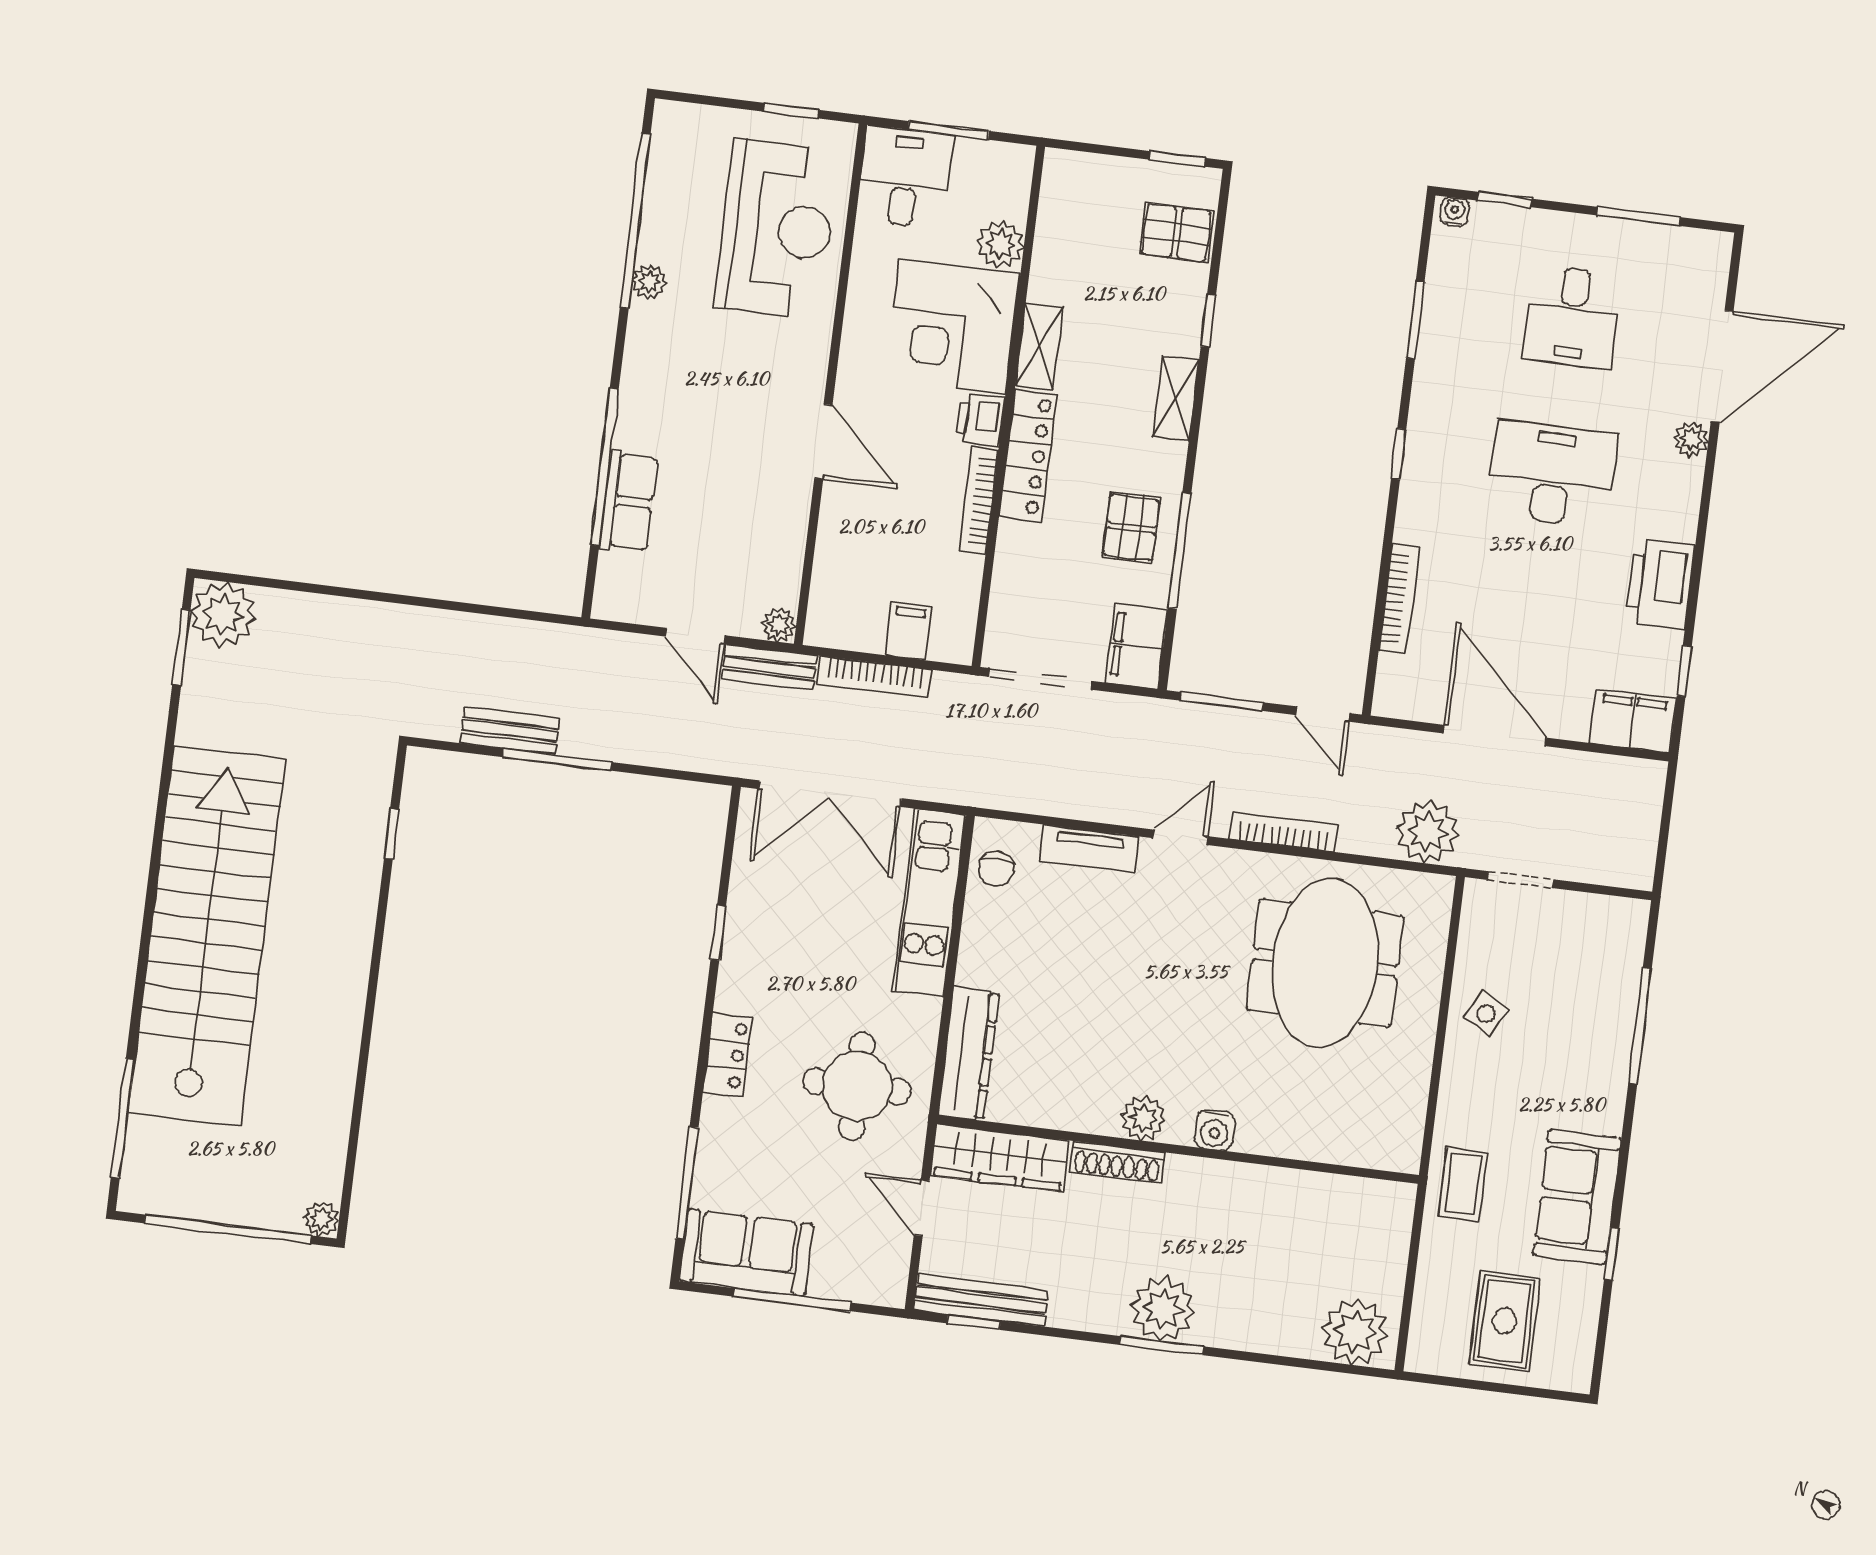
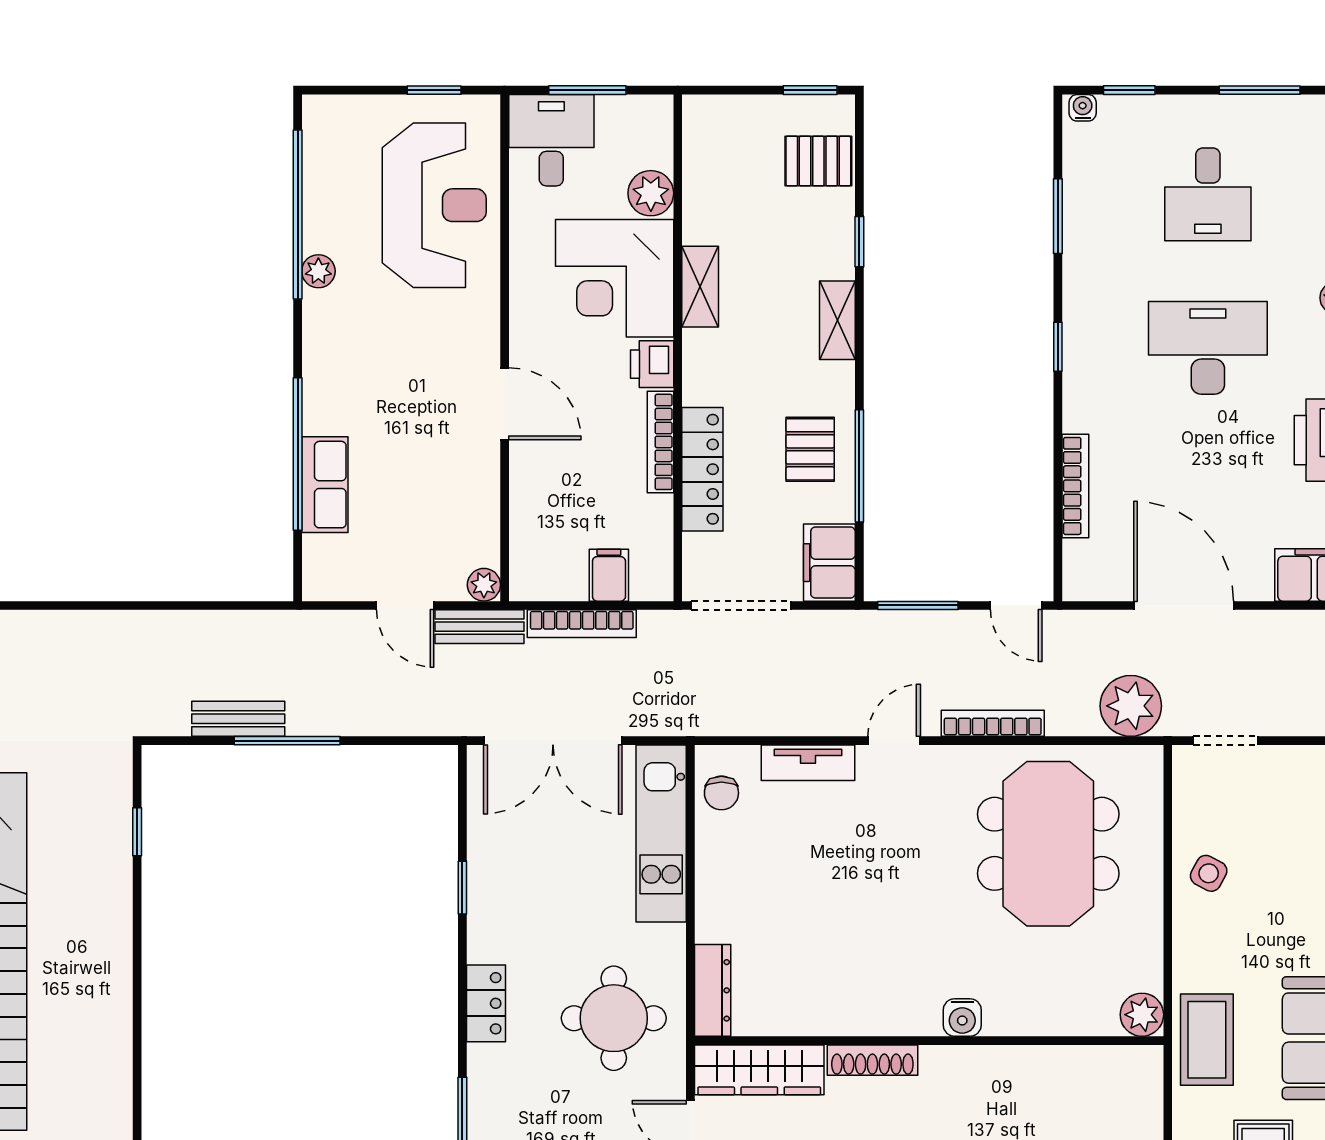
locker: (1028, 455) -> (702, 469), moved
dresser: (969, 1054) -> (713, 990), width x0.73, depth x0.80
plant: (1143, 1118) -> (1142, 1015), moved
coffee table: (1463, 1184) -> (1207, 1040), width x1.36, depth x1.30

